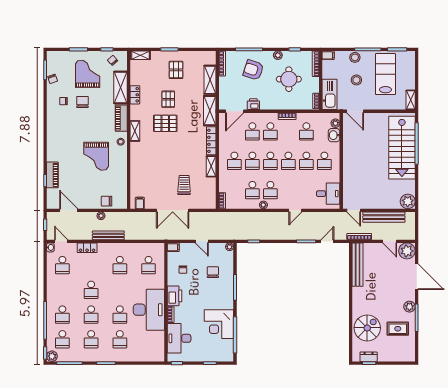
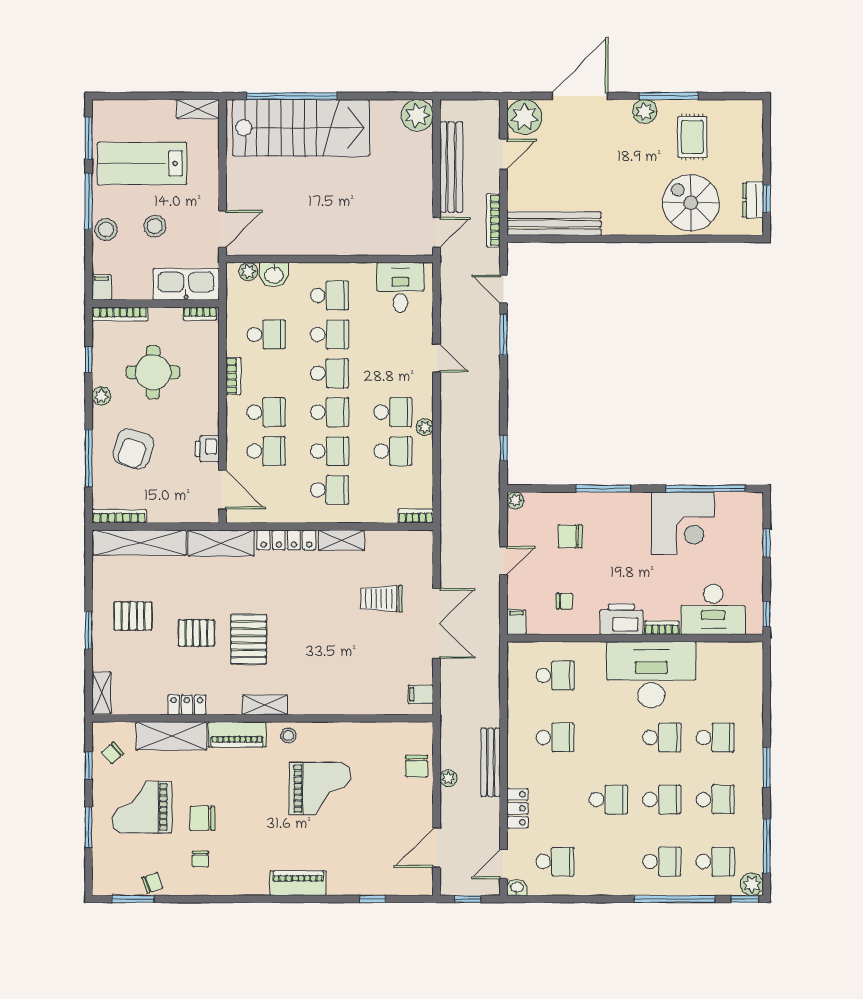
shelving: (210, 80) -> (140, 543), width x1.47
piano: (52, 175) -> (298, 883), moved

